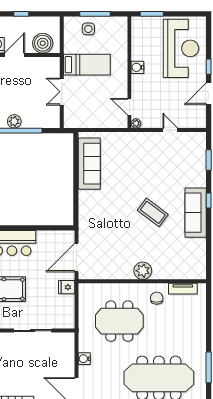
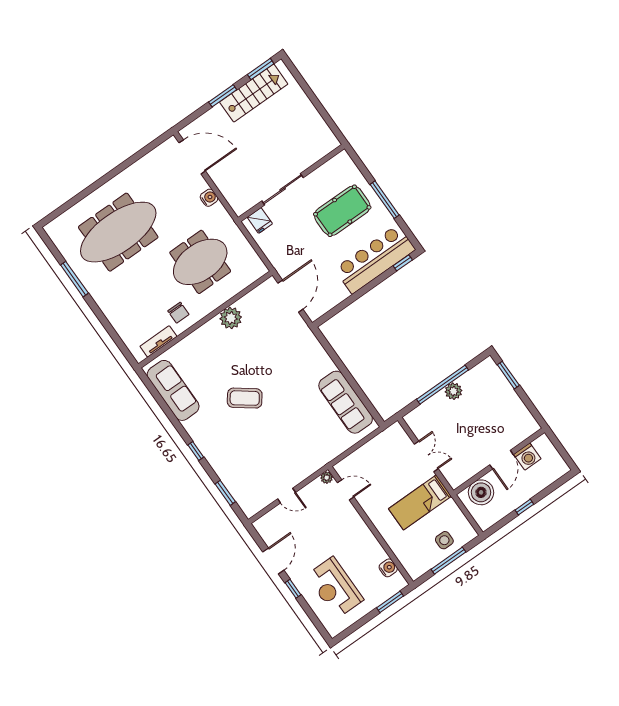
reception desk: (181, 48) -> (335, 588), width x0.74, depth x0.77
water cooler: (137, 67) -> (388, 568), moved
sofa: (196, 213) -> (173, 390), moved
plant: (143, 271) -> (231, 318), moved
fridge: (67, 287) -> (260, 220), moved, turned 90

